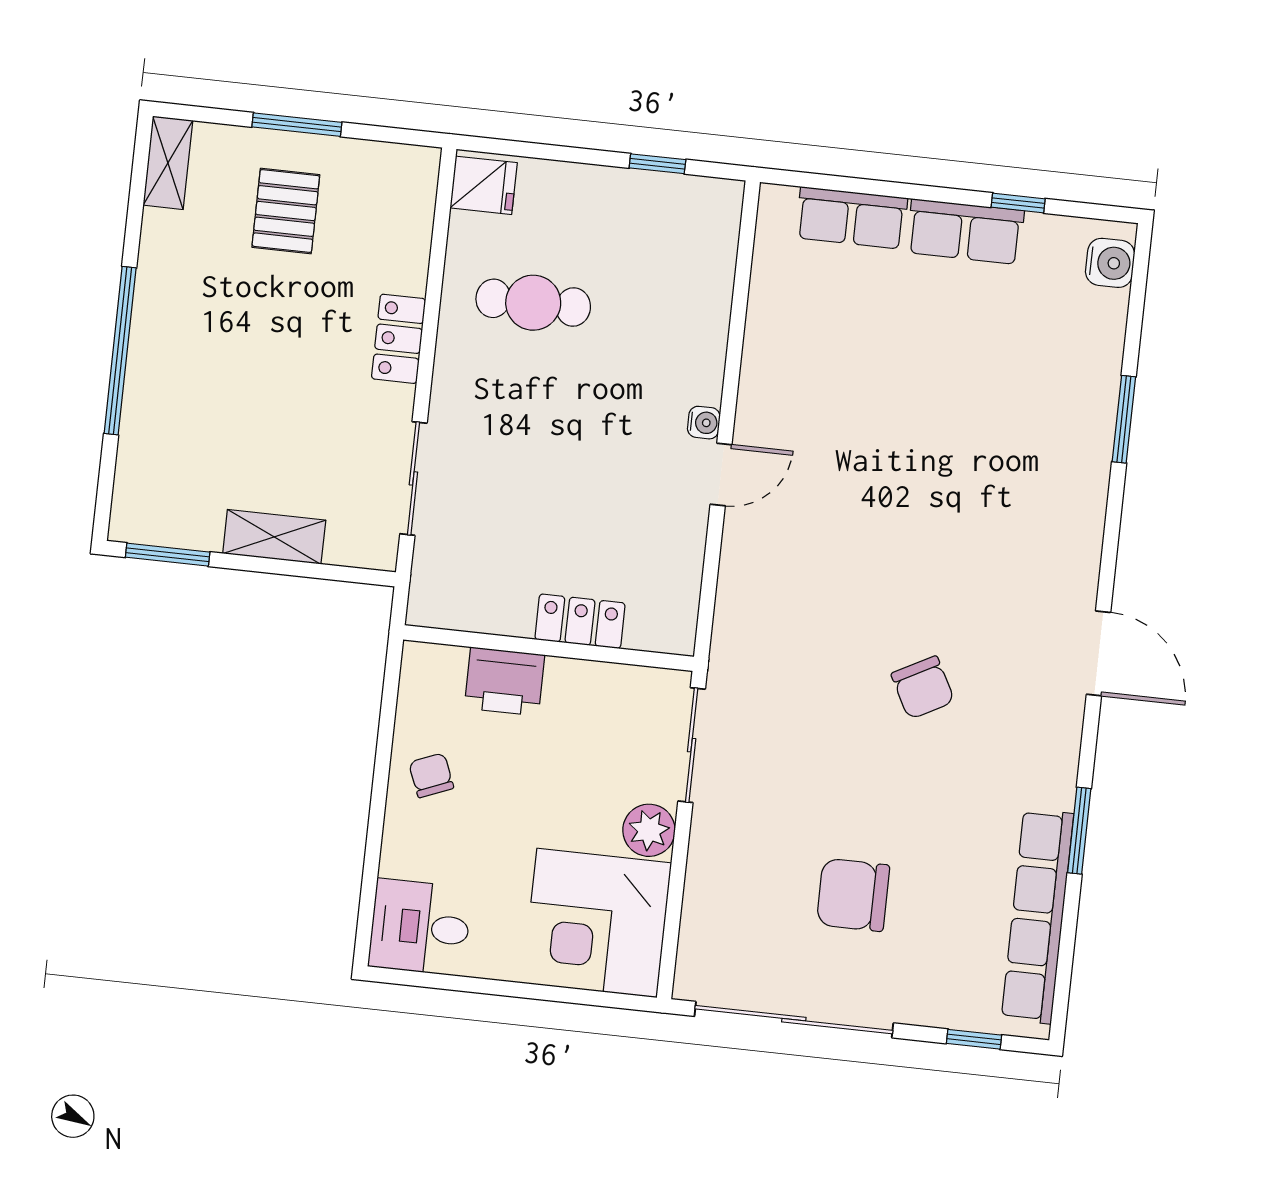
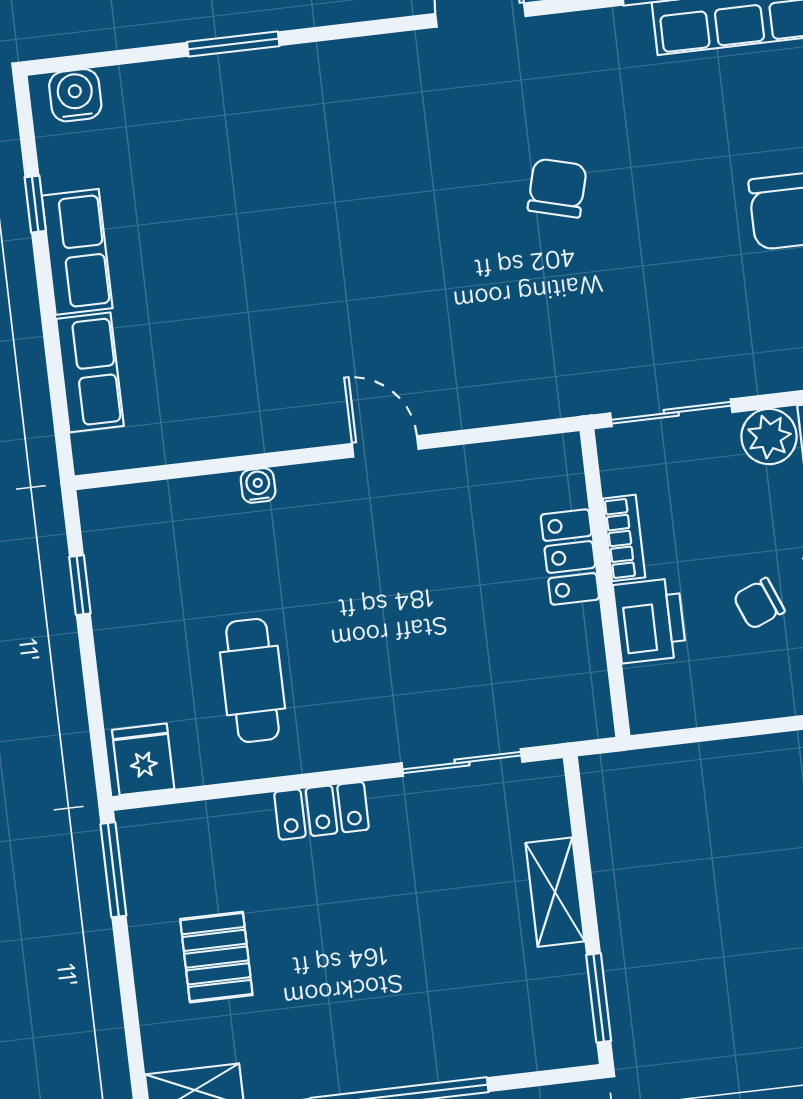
window: (297, 125) -> (113, 870), moved
pallet: (286, 211) -> (216, 957), turned 90
water cooler: (704, 423) -> (258, 485), moved
bookcase: (586, 675) -> (624, 538), added
chair: (923, 688) -> (557, 188), turned -47
chair: (431, 775) -> (759, 604), moved

